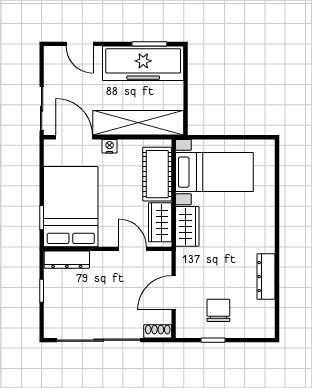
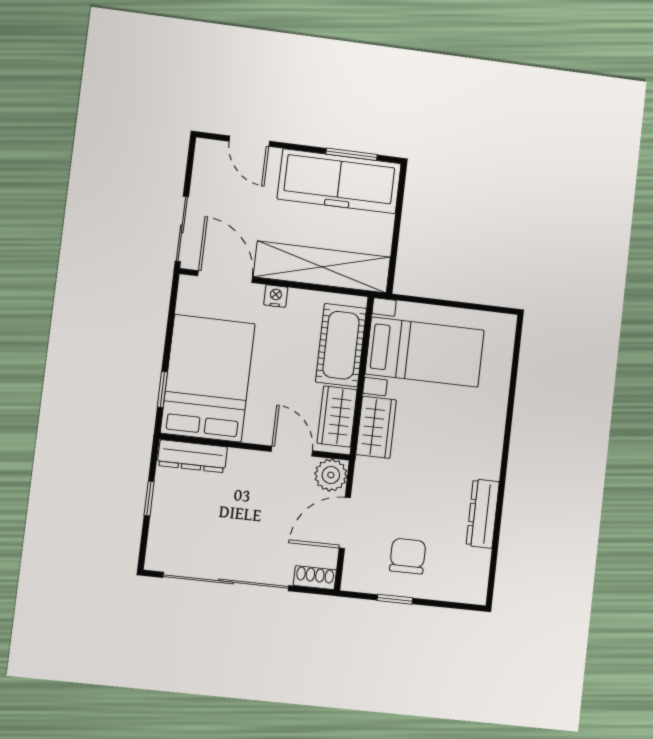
plant: (160, 262) -> (331, 475), added

